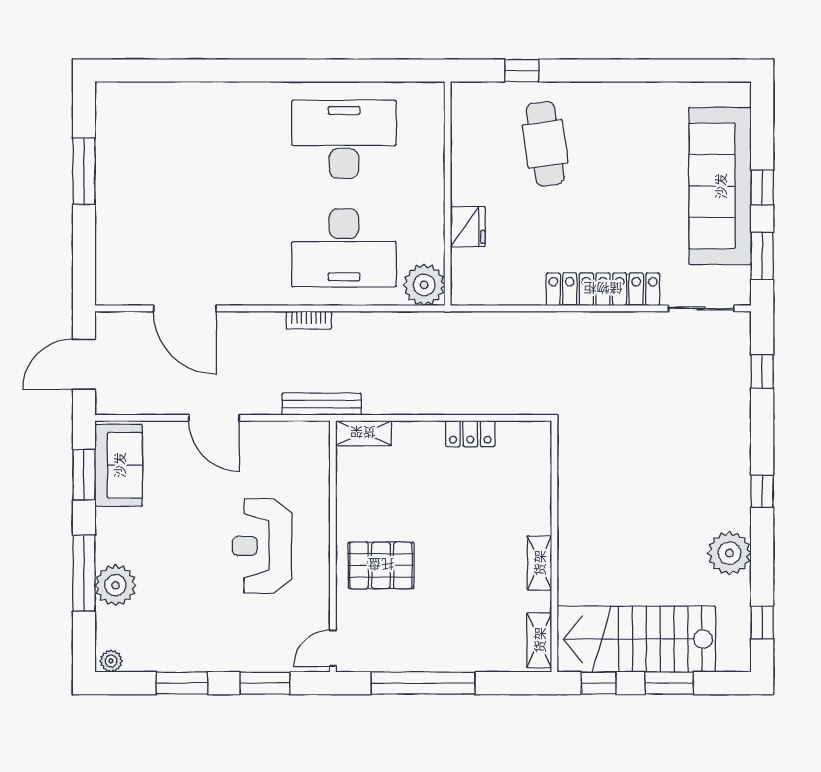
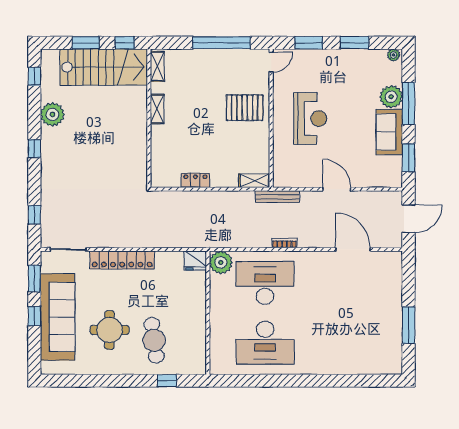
round table: (626, 162) -> (110, 330), added
fridge: (468, 227) -> (195, 261), moved, turned -90
sofa: (119, 465) -> (389, 132), moved

